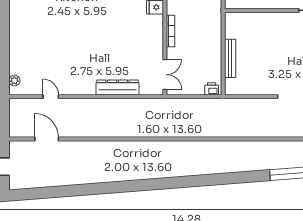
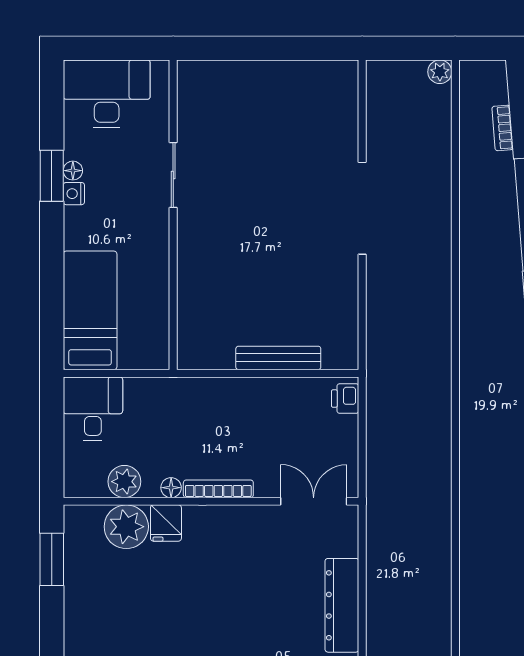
floor lamp: (171, 10) -> (171, 488), added

